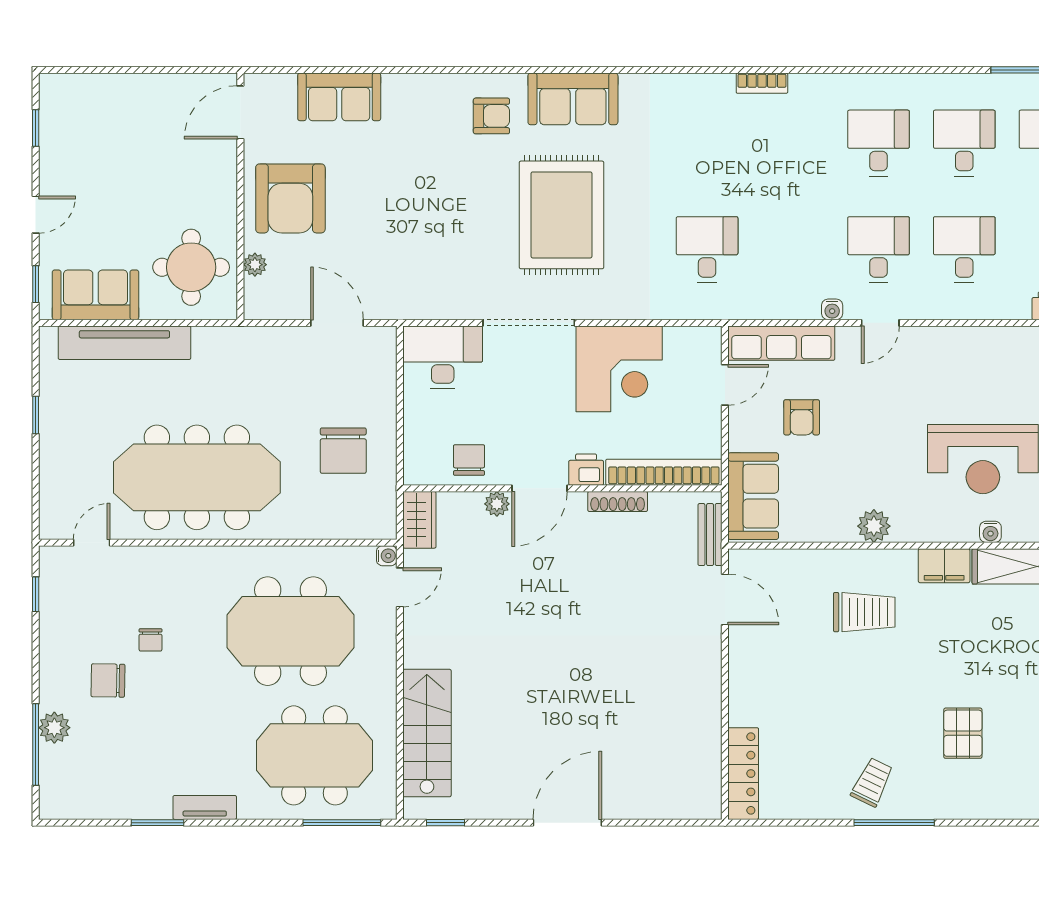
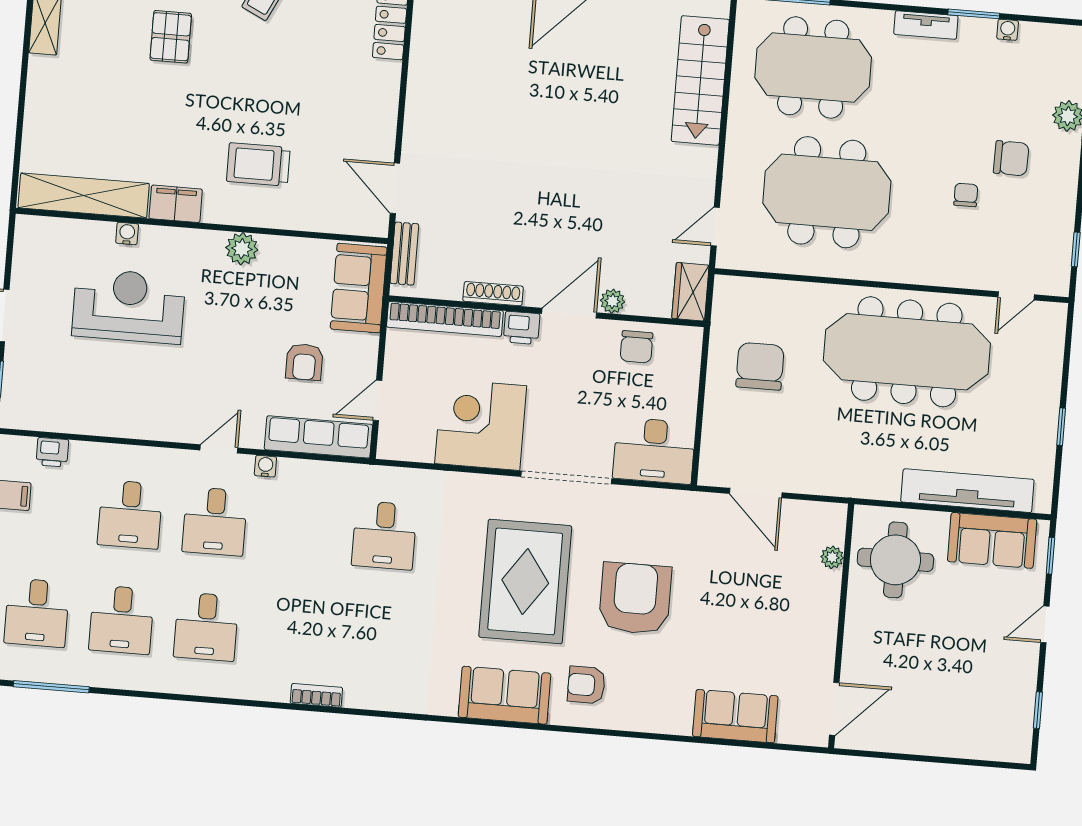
armchair: (290, 198) -> (635, 598), moved
armchair: (802, 417) -> (304, 362), turned 180
water cooler: (387, 556) -> (1008, 30), moved, turned 90

